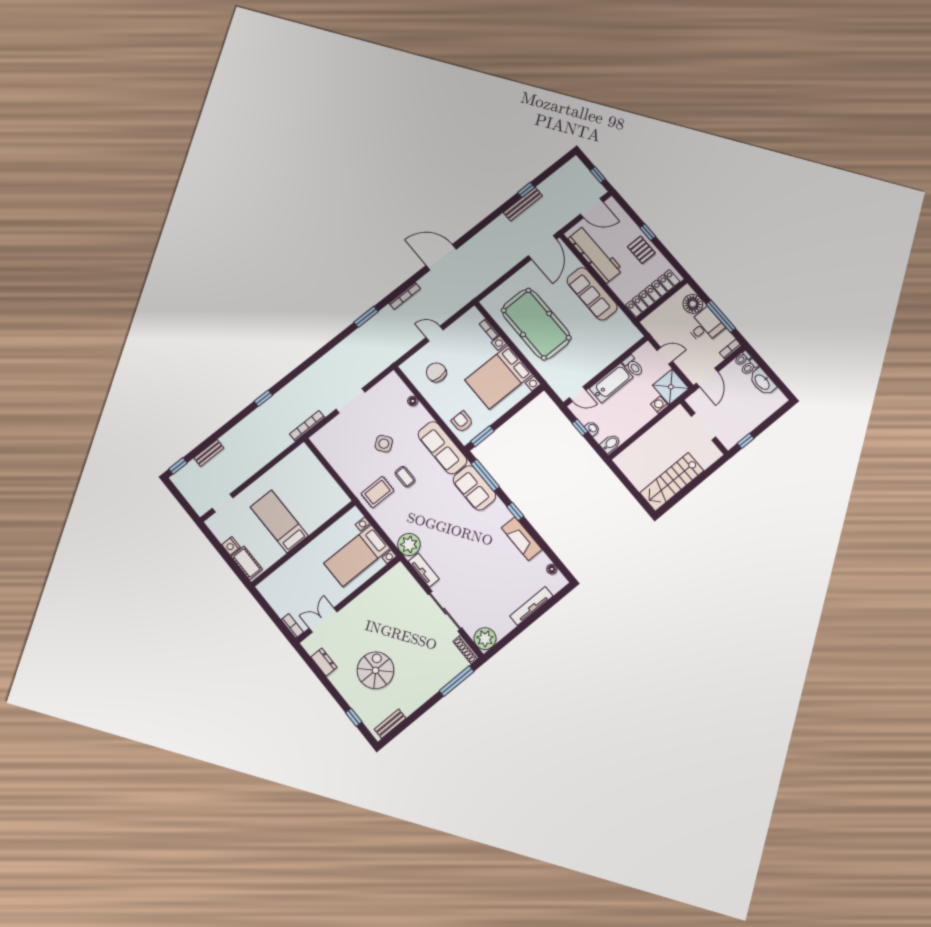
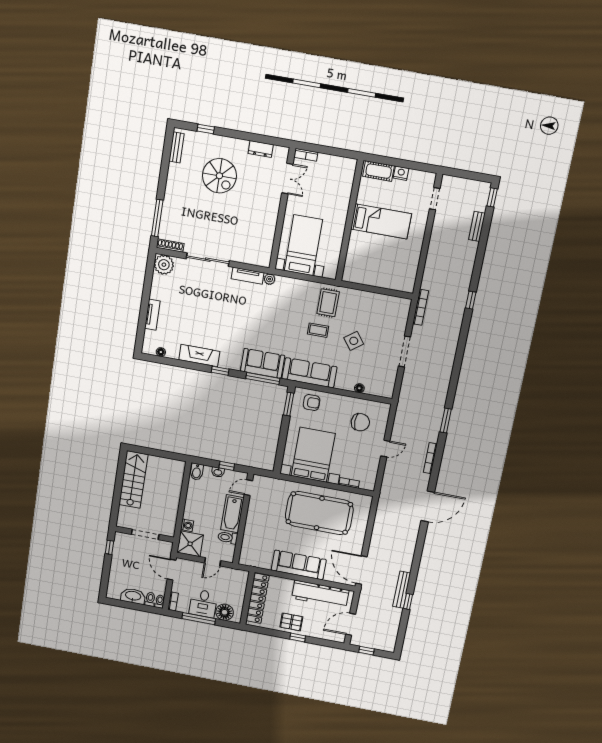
plant: (409, 544) -> (270, 279), width x0.53, depth x0.53
tv unit: (531, 606) -> (152, 315), width x0.71

